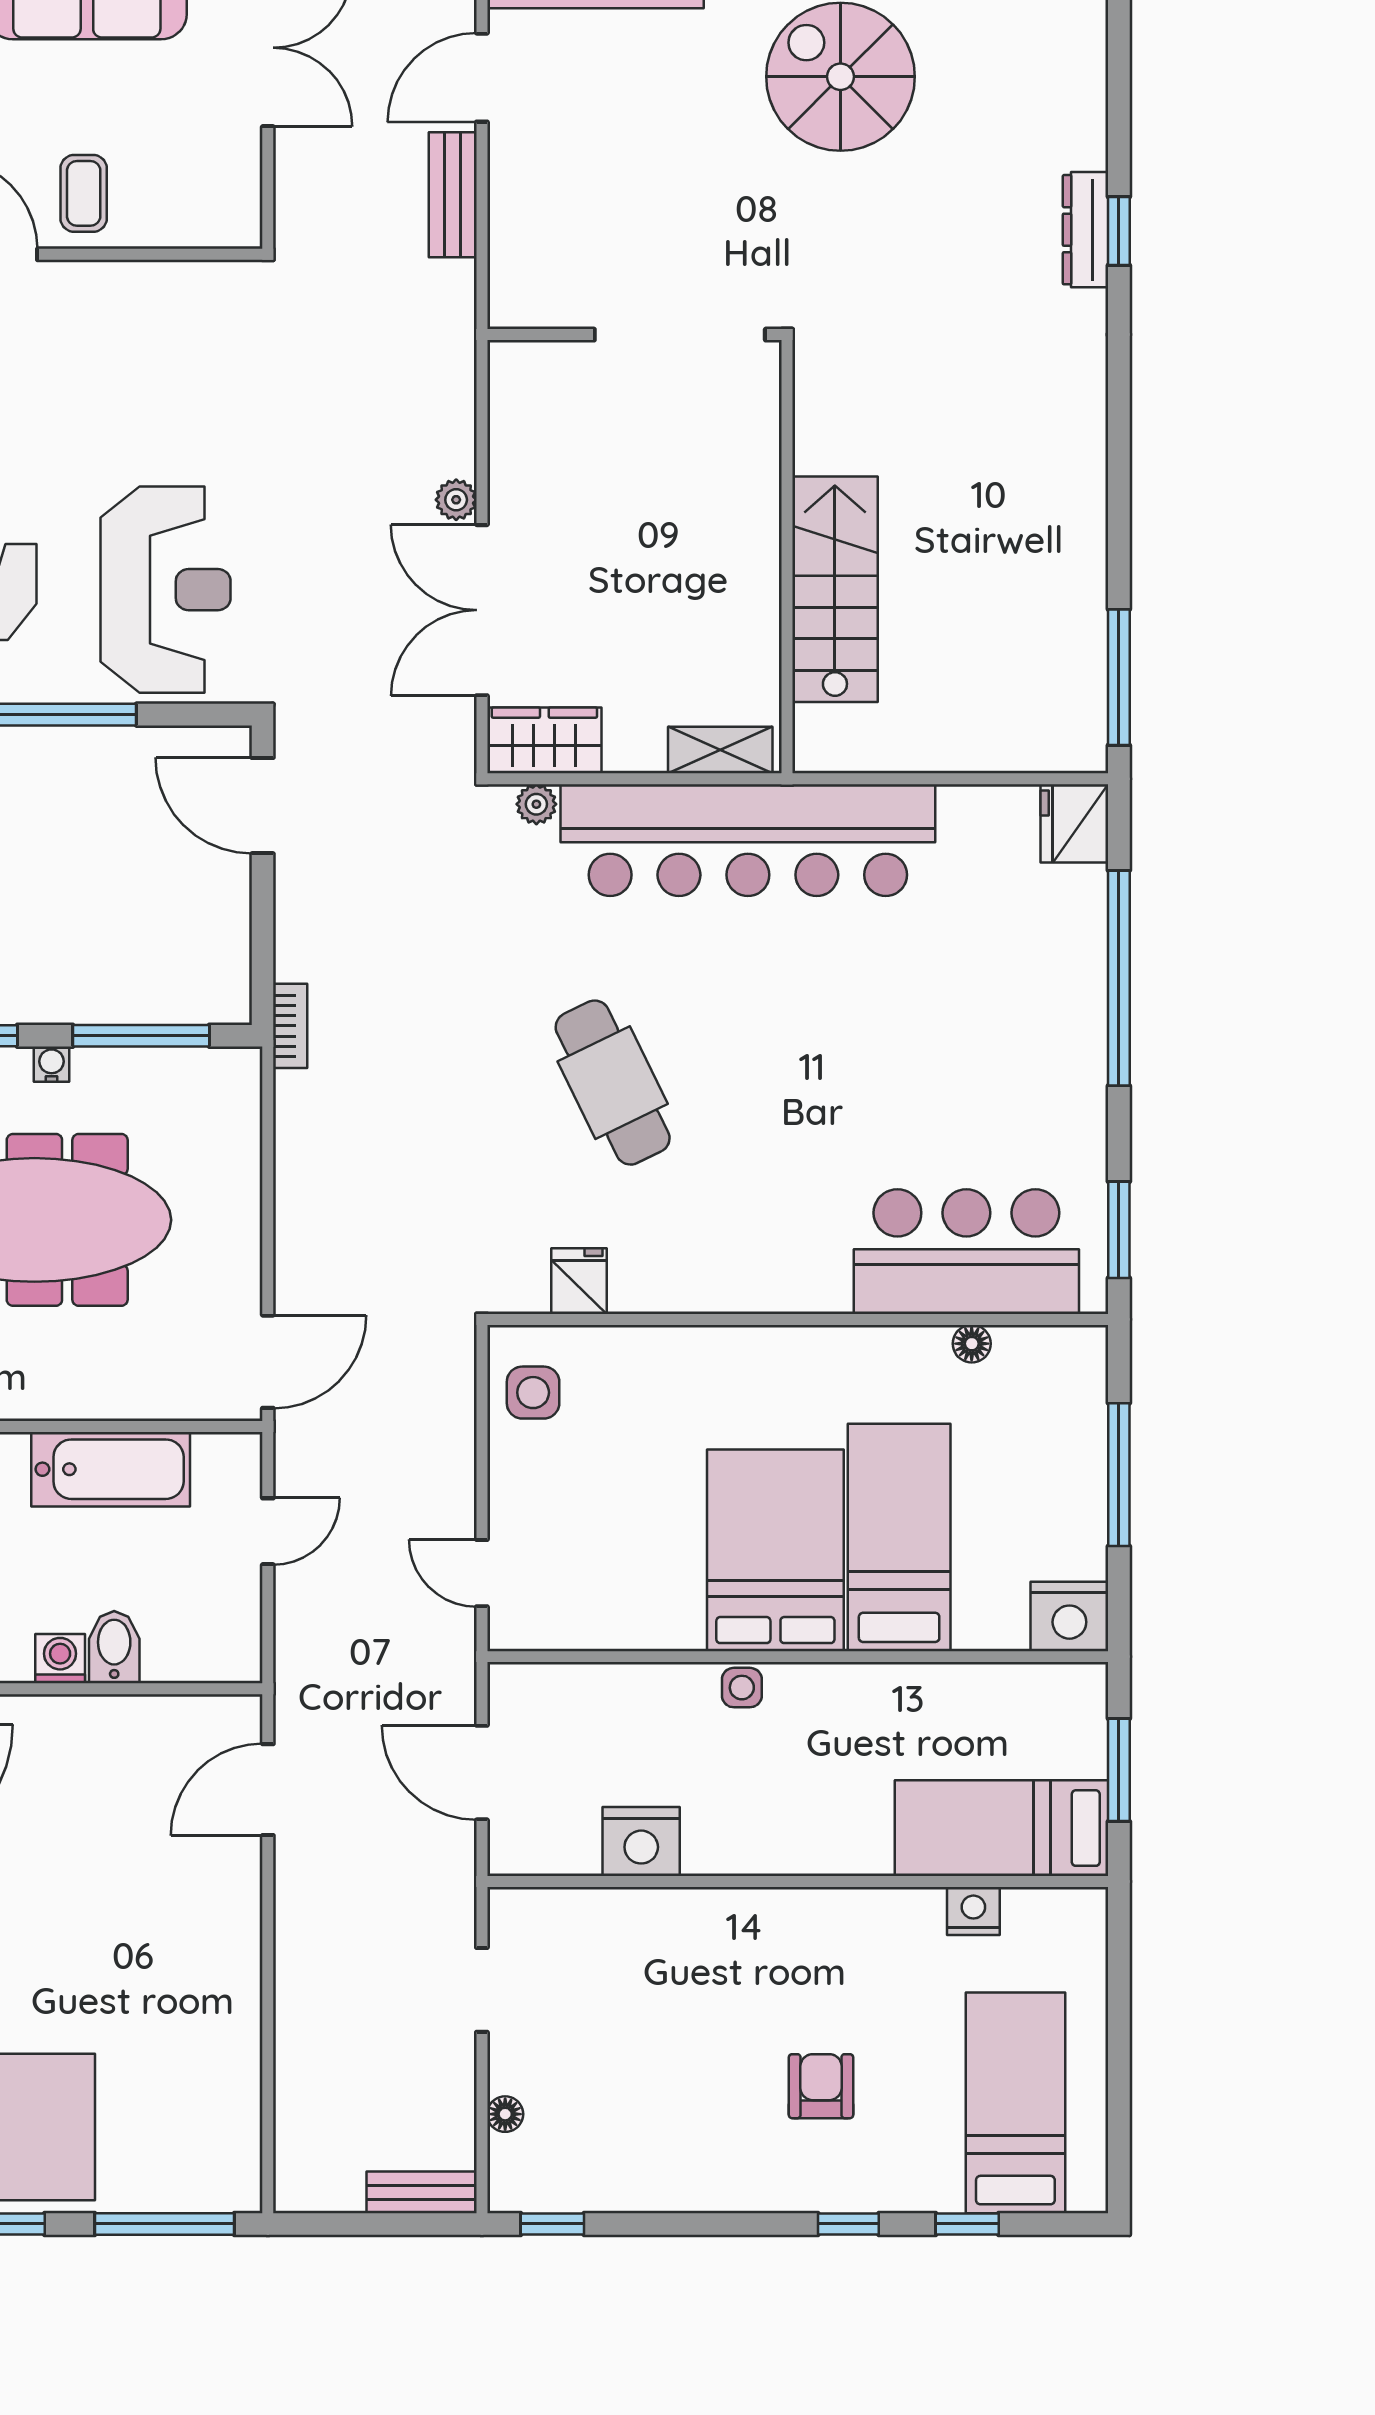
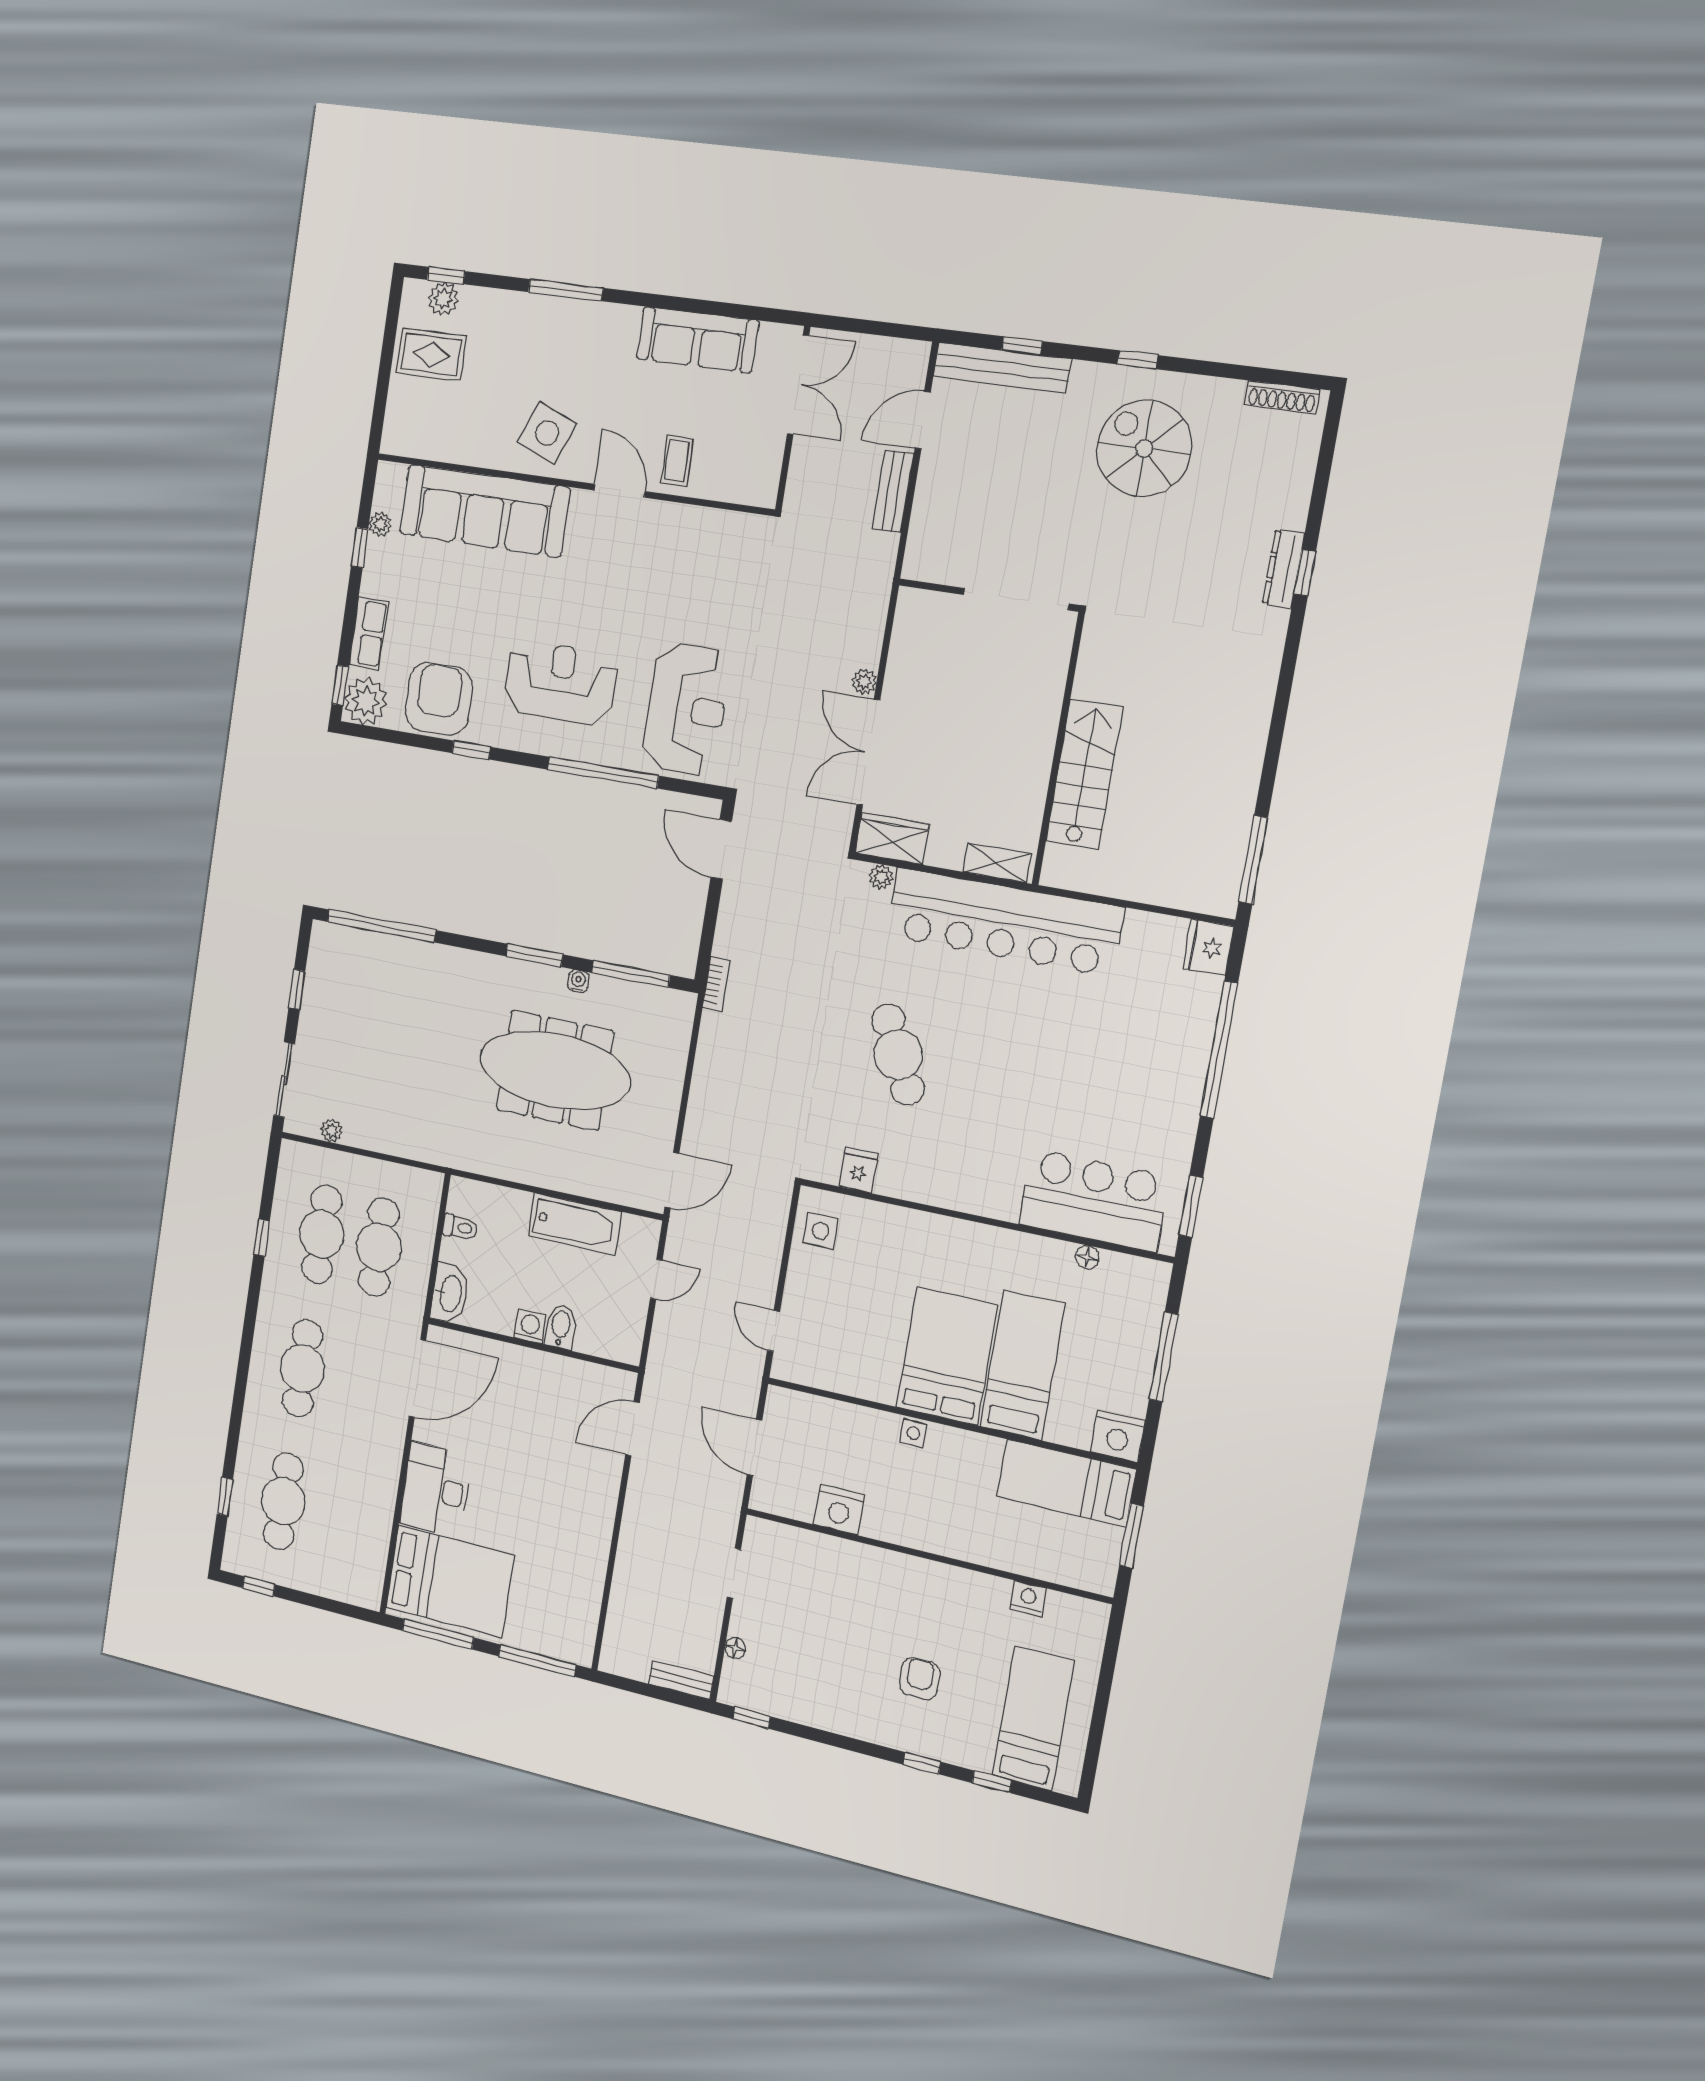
bed: (1002, 1828) -> (1066, 1483), moved

